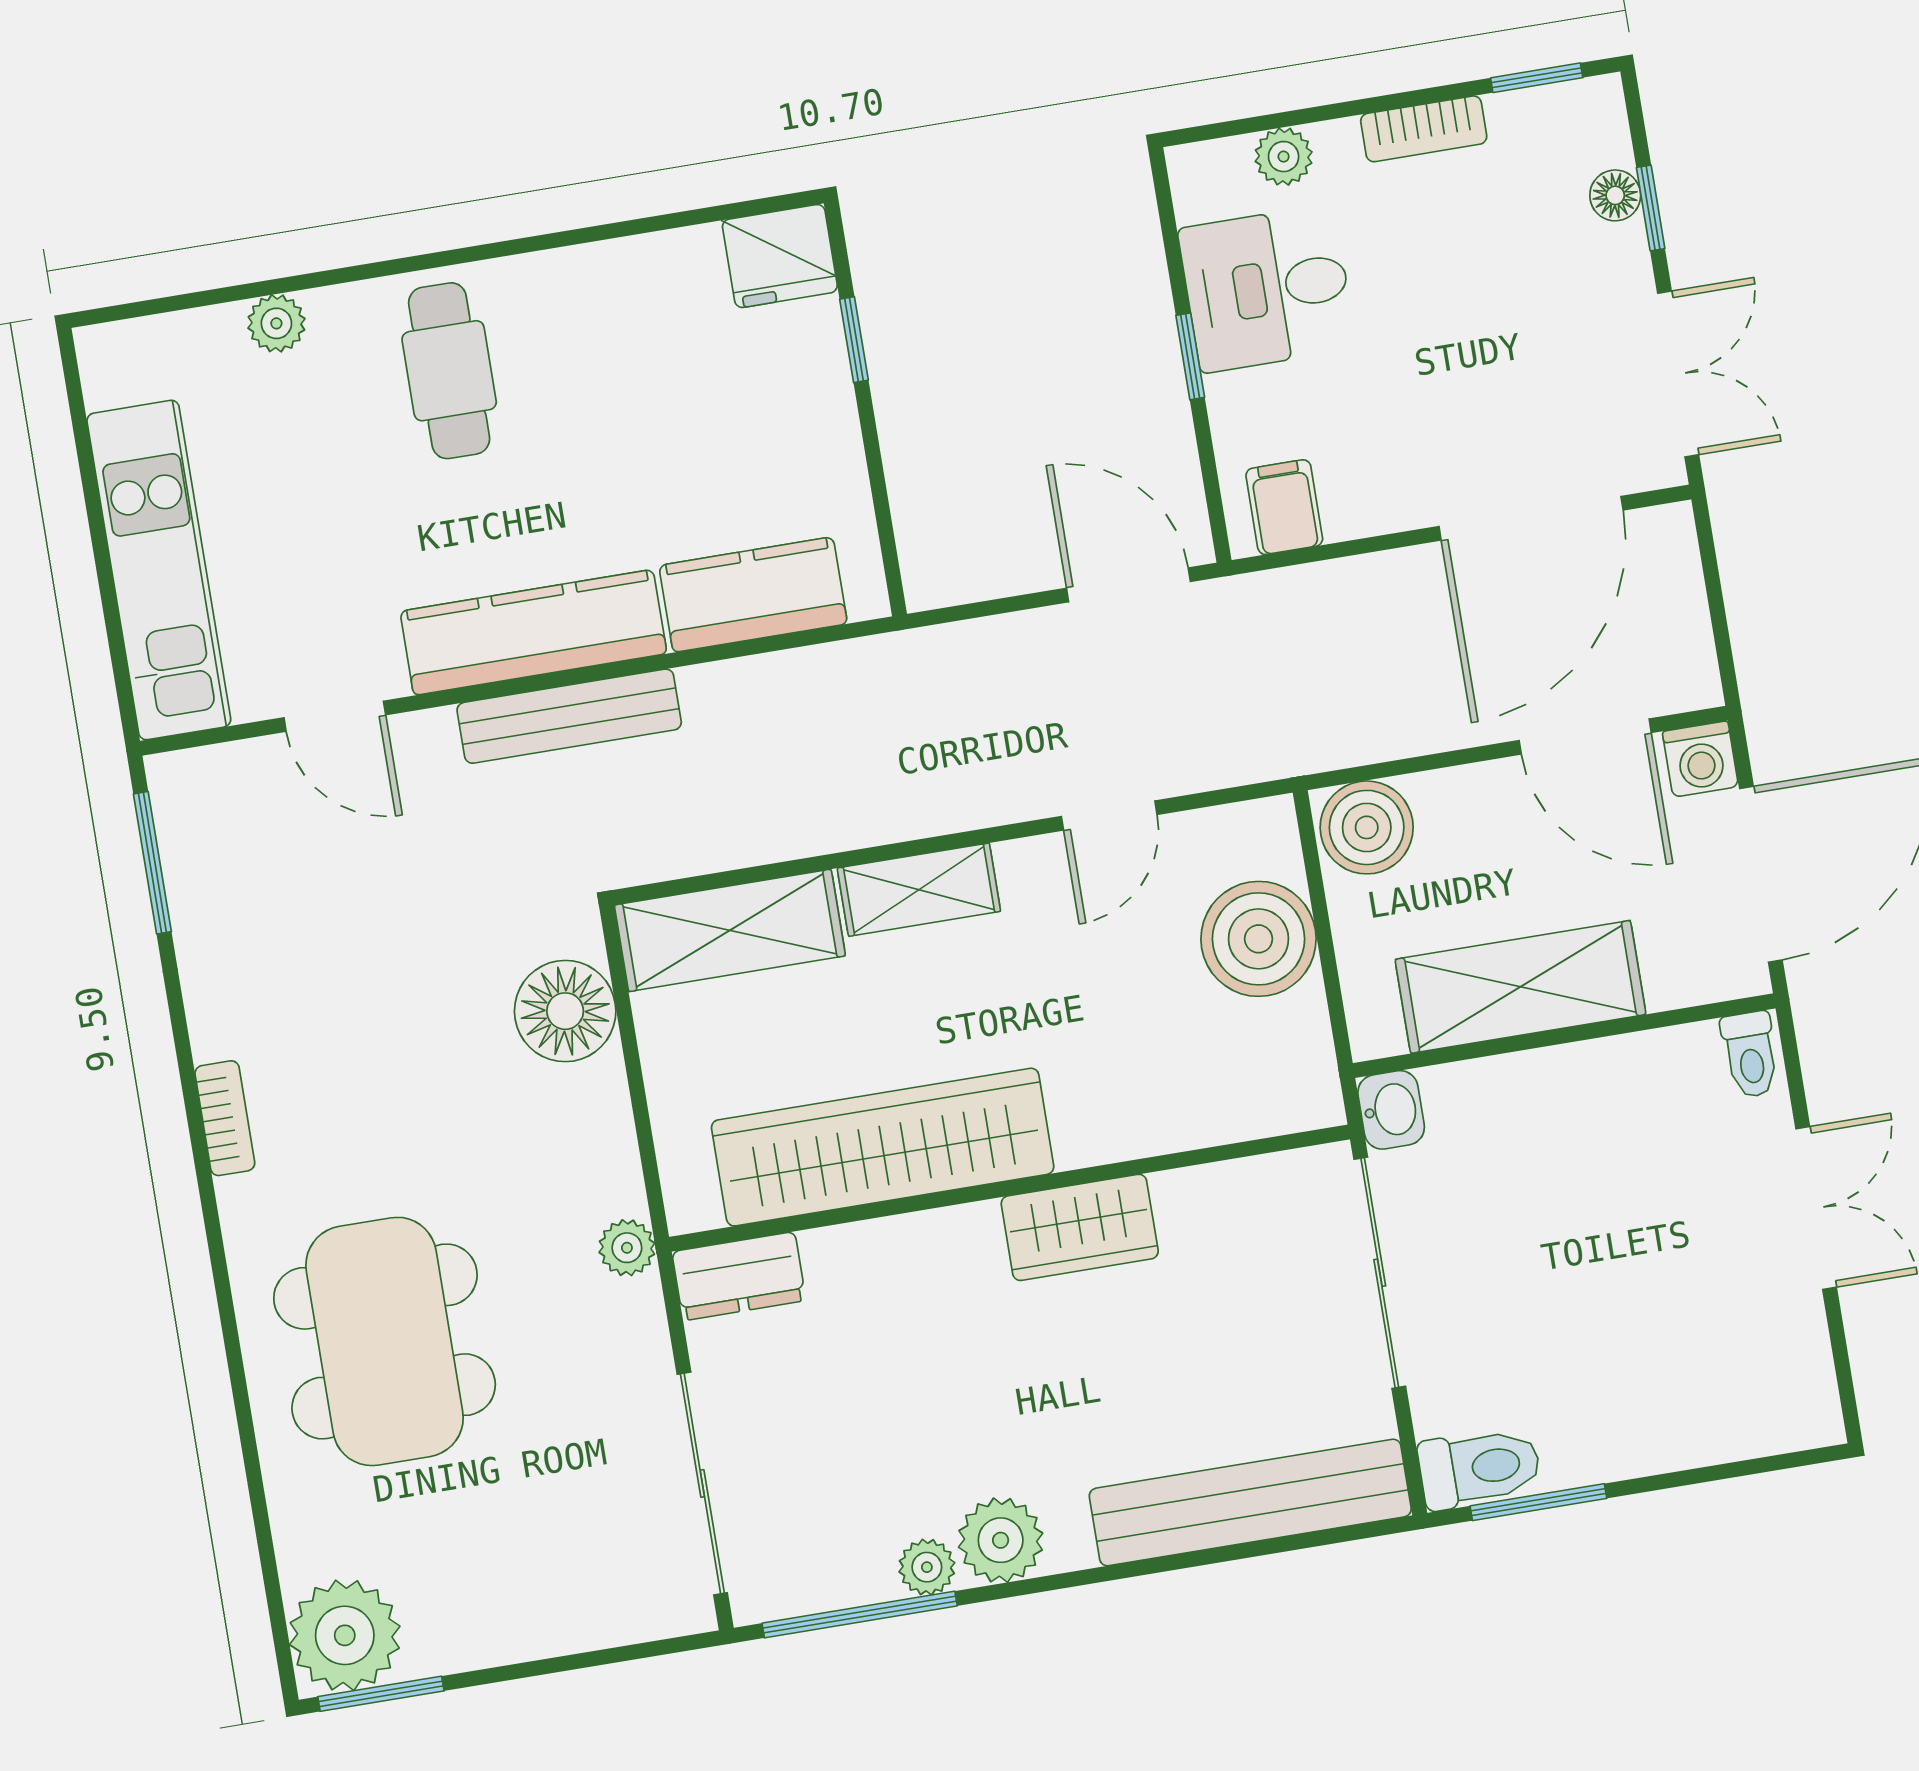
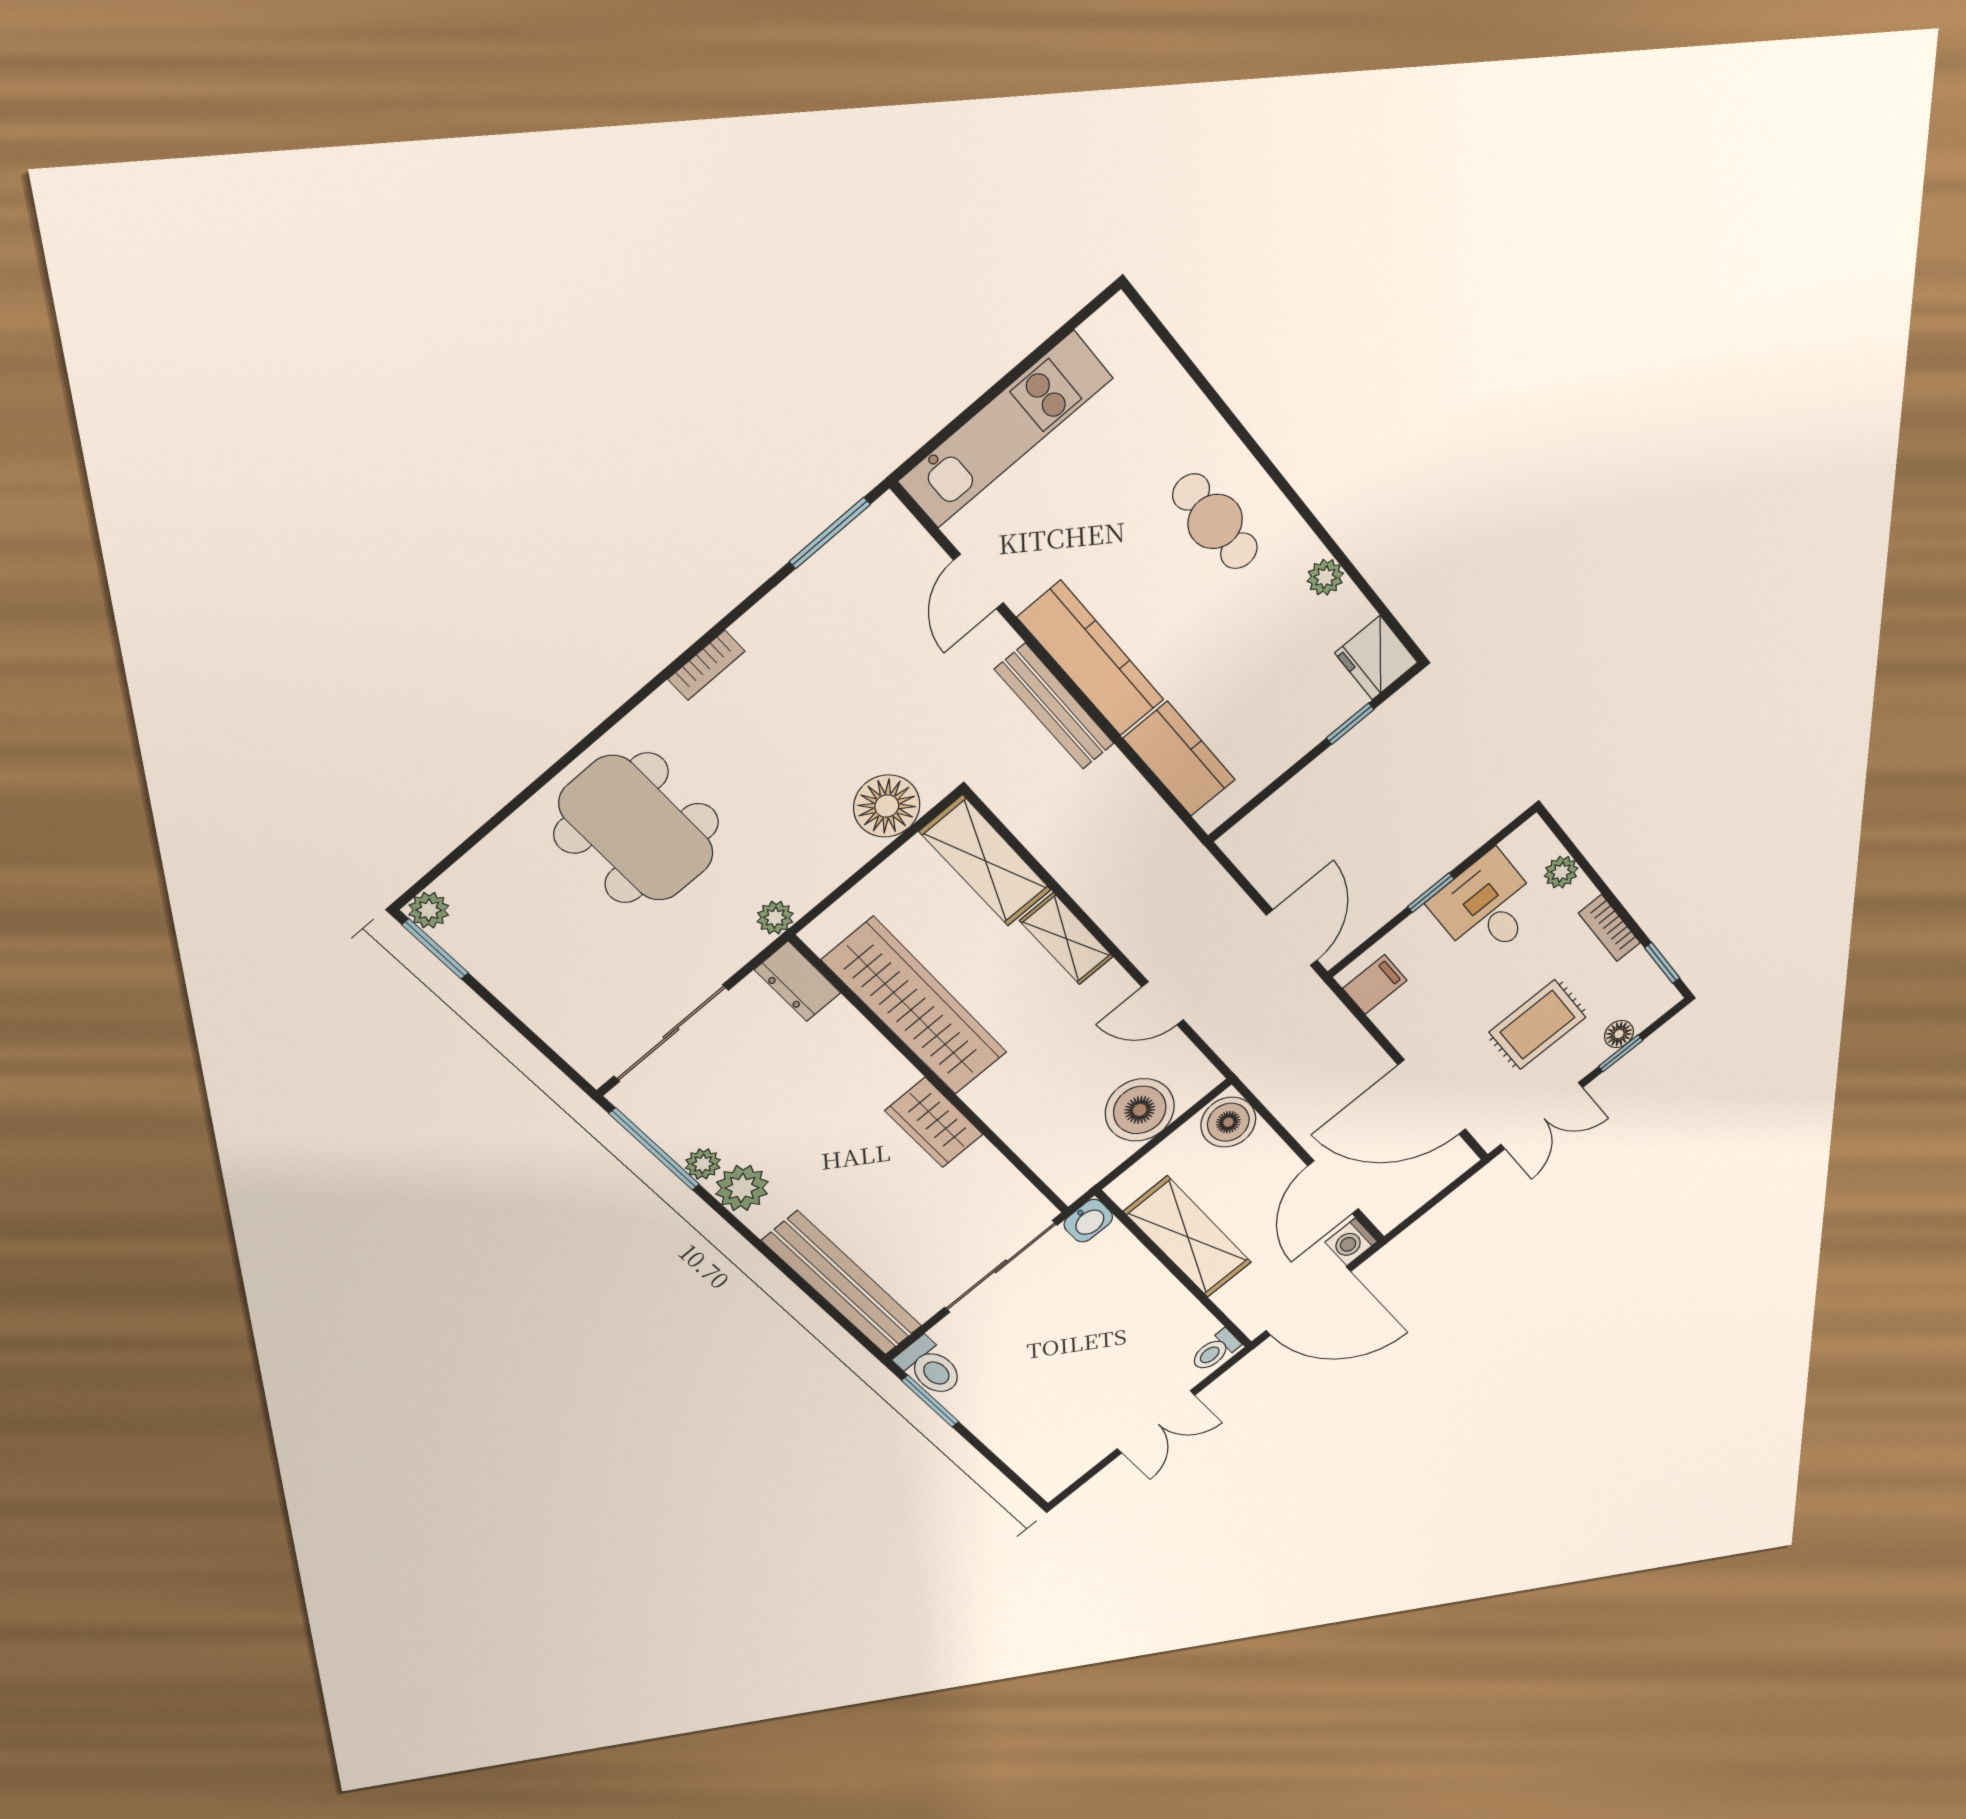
rug: (1515, 307) -> (1537, 1025), added
plant: (276, 323) -> (1325, 577), moved
cafe table: (449, 371) -> (1215, 521), turned 90
dining table: (385, 1341) -> (636, 828), turned 90
plant: (345, 1635) -> (429, 910), width x0.53, depth x0.53

